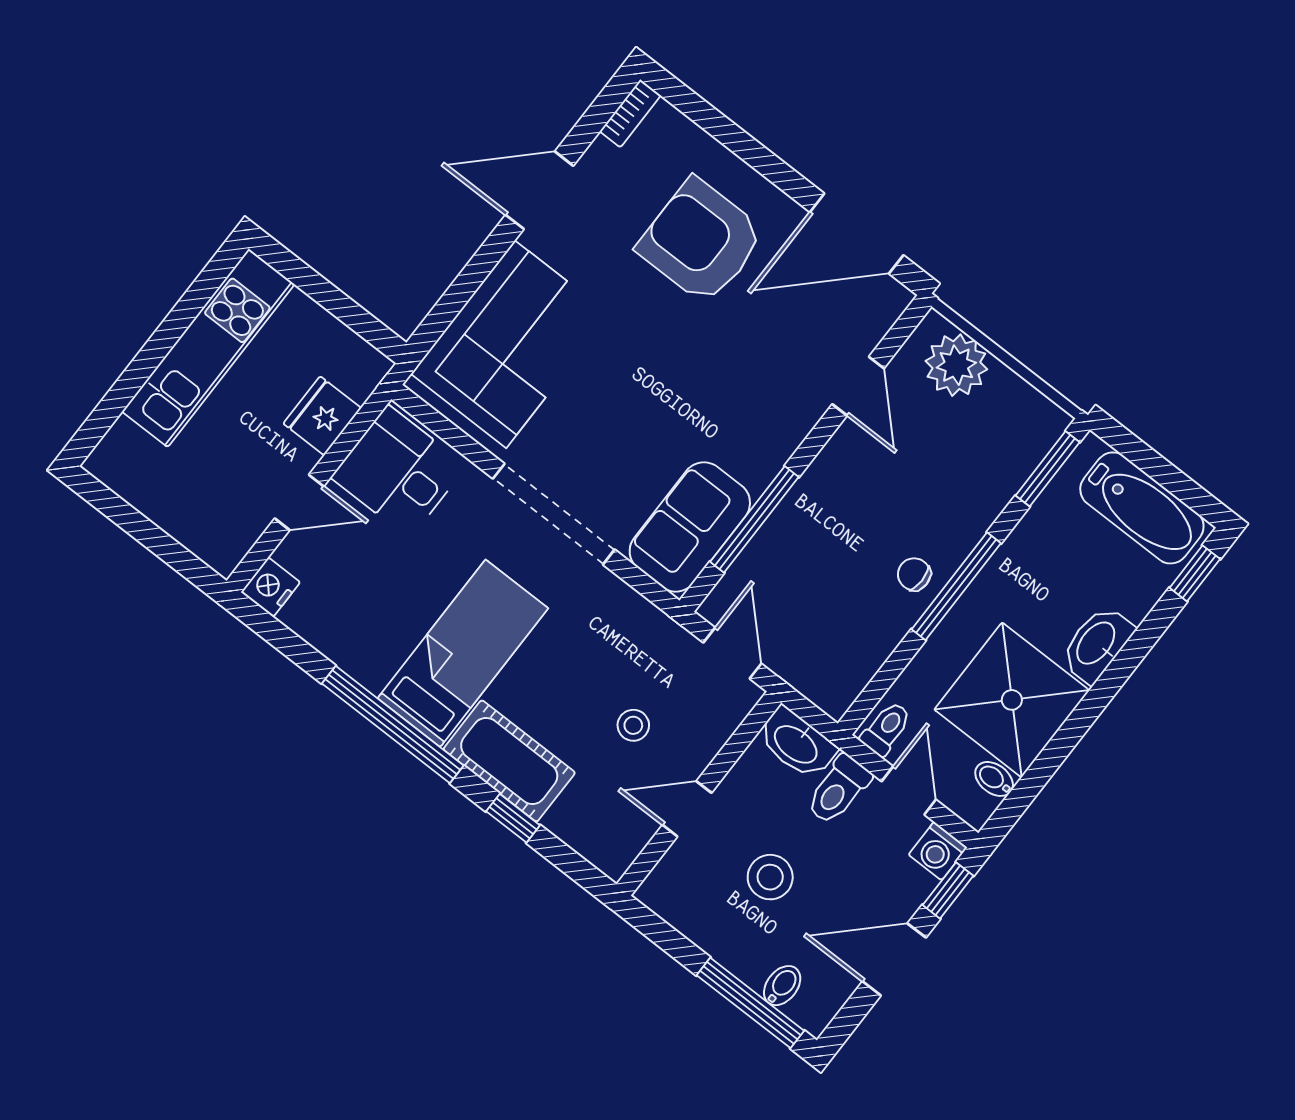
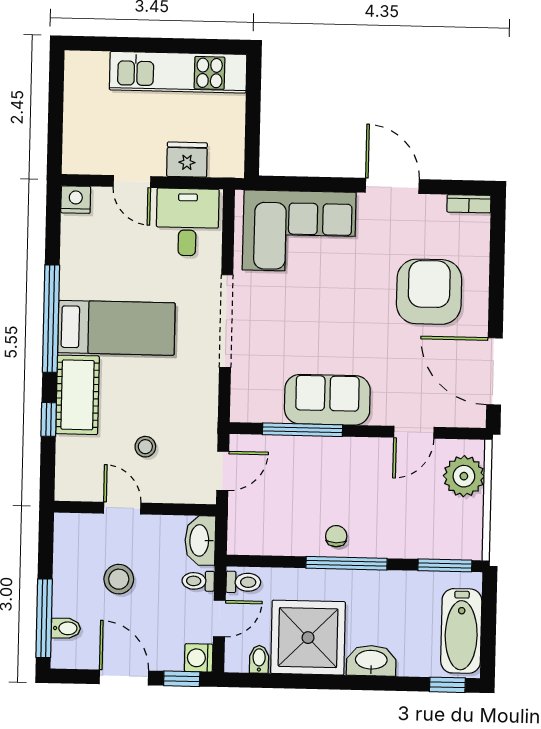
sofa: (690, 527) -> (327, 400), moved
toilet: (838, 790) -> (198, 581), width x0.73, depth x0.72

